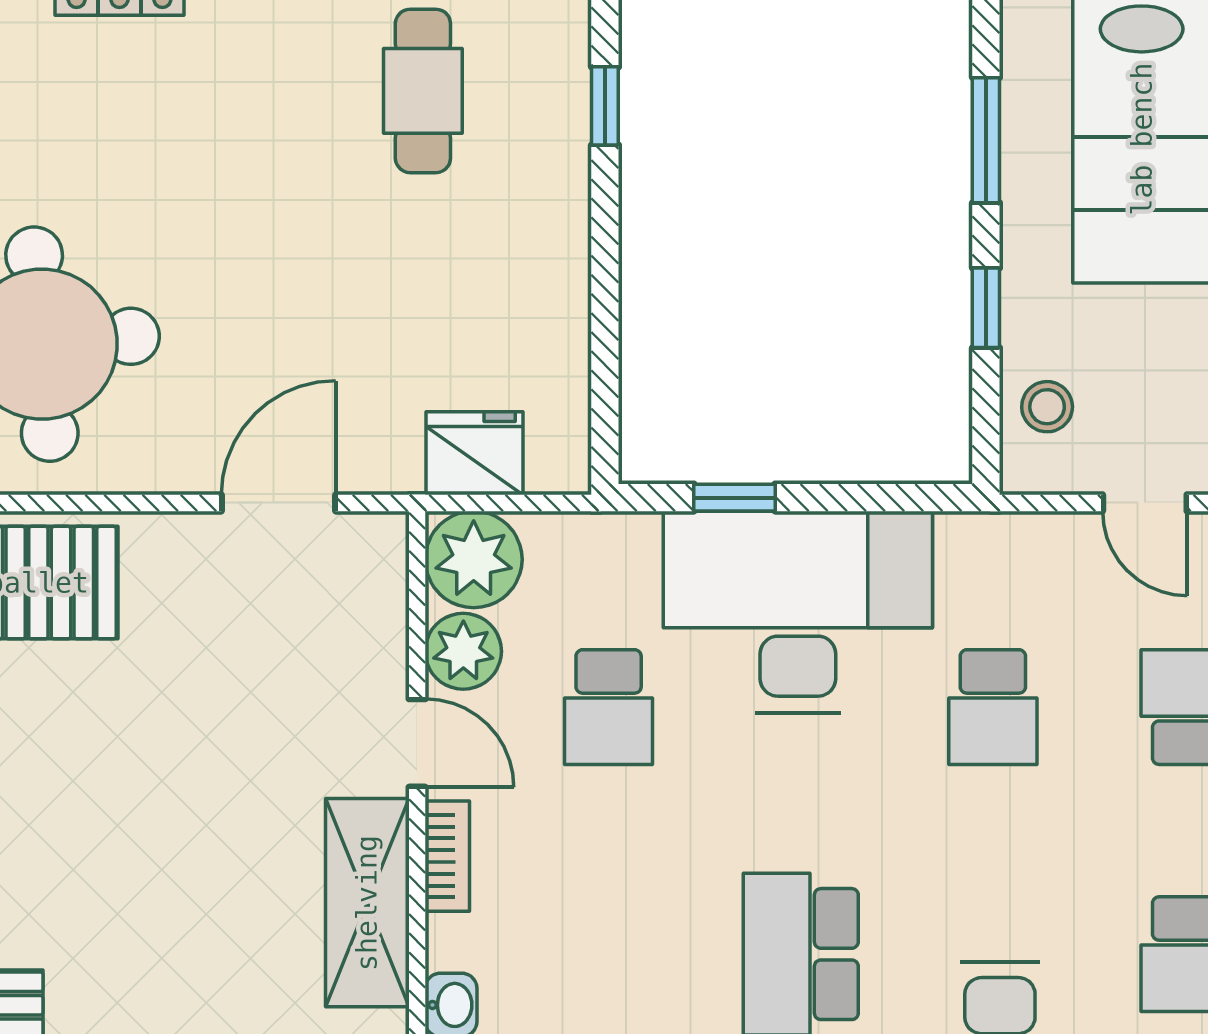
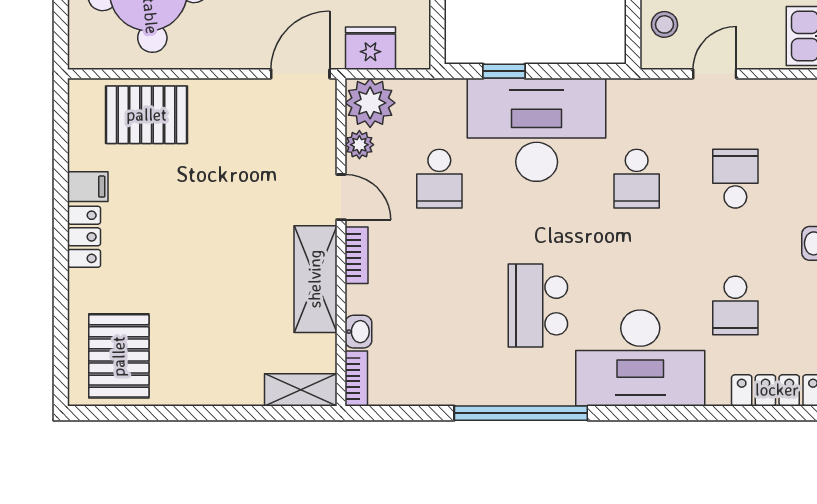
door: (279, 503) -> (300, 74), moved
door: (1145, 503) -> (715, 74), swing flipped
plant: (463, 651) -> (359, 145), width x0.73, depth x0.73

